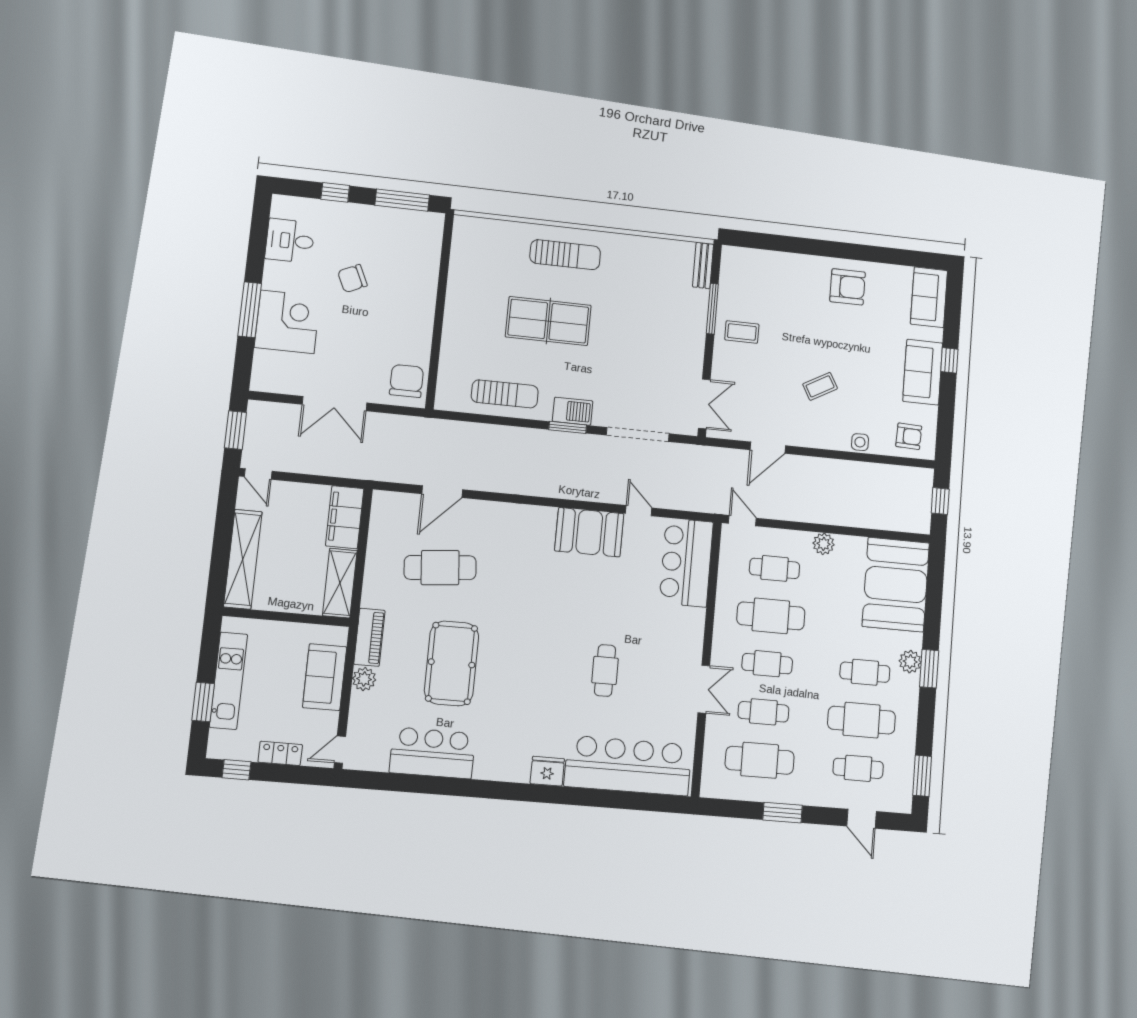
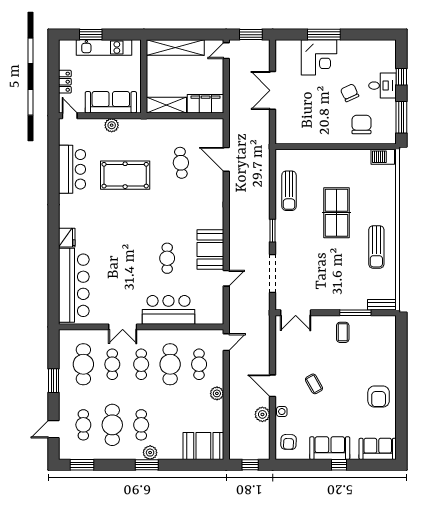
desk: (290, 241) -> (383, 86), moved, turned 90
sun lounger: (565, 255) -> (376, 247), moved
chair: (407, 381) -> (361, 125), moved, turned -90
barbecue: (573, 411) -> (383, 157), moved, turned 90
door: (768, 448) -> (273, 386), moved
plant: (862, 474) -> (262, 414), added
bar counter: (686, 563) -> (168, 310), moved
cafe table: (440, 568) -> (181, 163), width x0.73, depth x0.74
booth: (896, 585) -> (203, 446), width x0.73, depth x0.70
piano: (369, 637) -> (136, 126), removed
cafe table: (605, 670) -> (167, 258), moved, turned 90
sofa: (325, 677) -> (111, 102), width x1.36
window: (237, 770) -> (54, 58), removed

